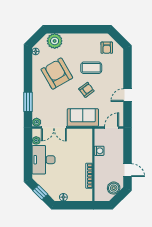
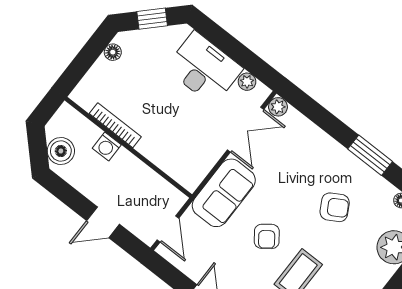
armchair: (57, 74) -> (335, 207), width x0.53, depth x0.53
window: (28, 102) -> (370, 155), moved
double door: (54, 128) -> (246, 130), swing flipped
washing machine: (99, 151) -> (107, 146), moved
door: (127, 170) -> (103, 222), moved

